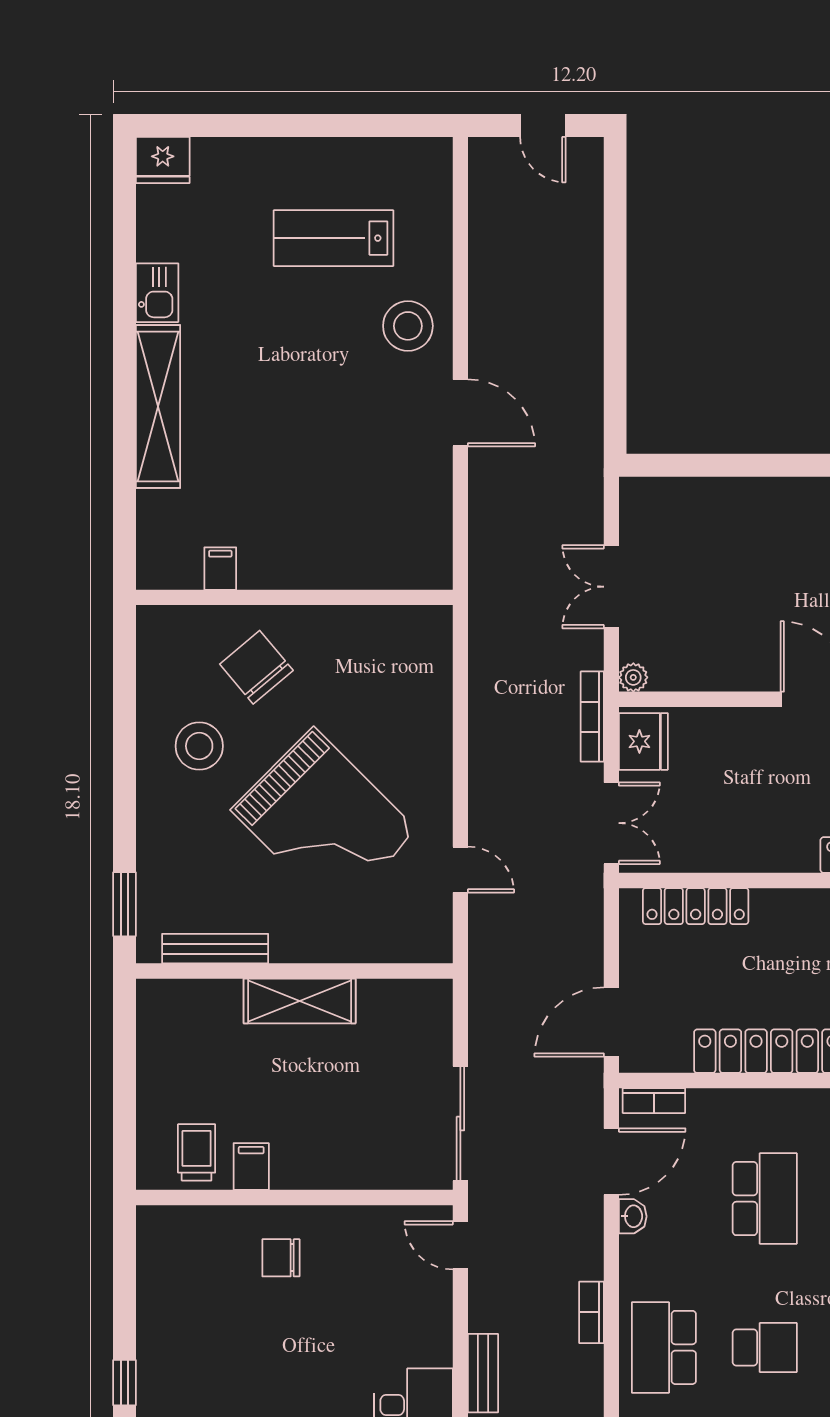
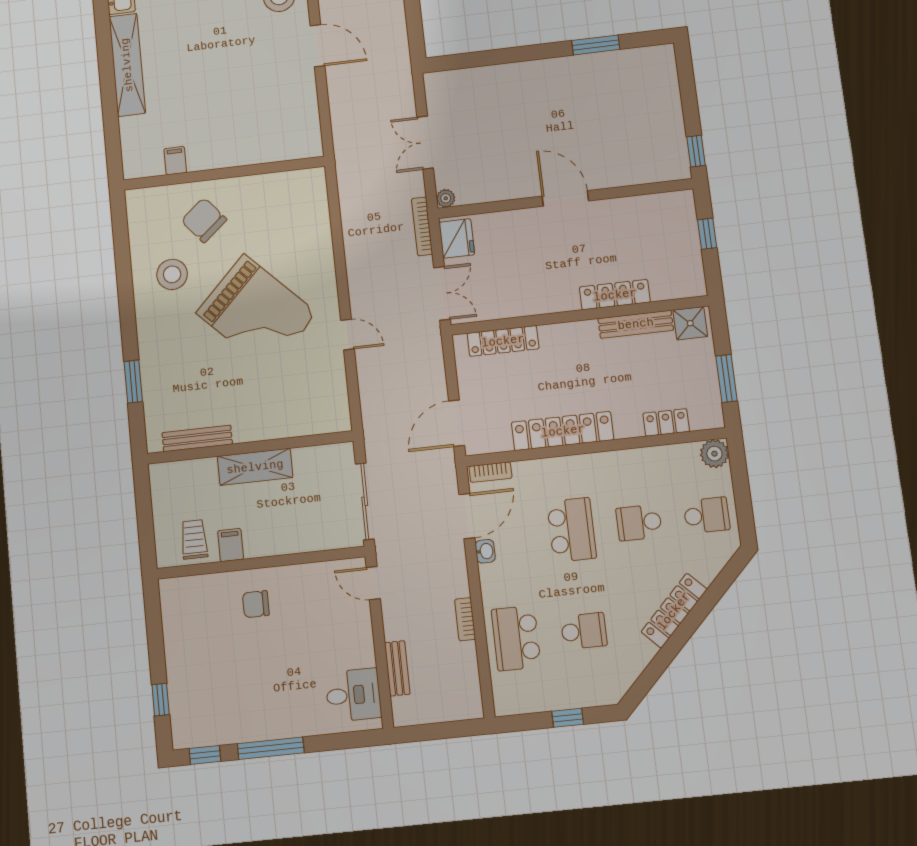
bench: (215, 949) -> (197, 438), moved
wall: (294, 971) -> (250, 447), moved
shelving: (300, 1001) -> (255, 467), moved

